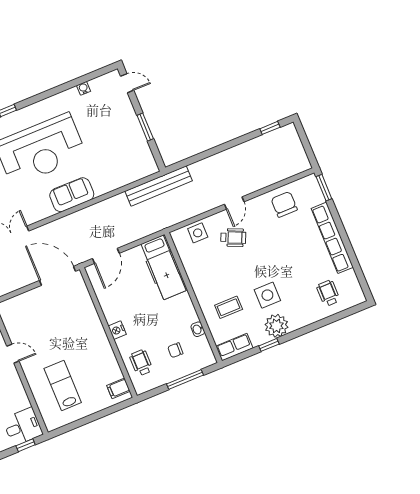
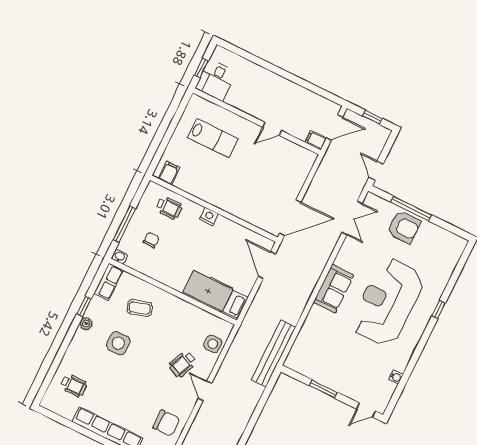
coffee table: (229, 307) -> (140, 308), turned 73
plant: (276, 326) -> (86, 324), width x0.53, depth x0.53
washbasin: (198, 329) -> (120, 257), moved

